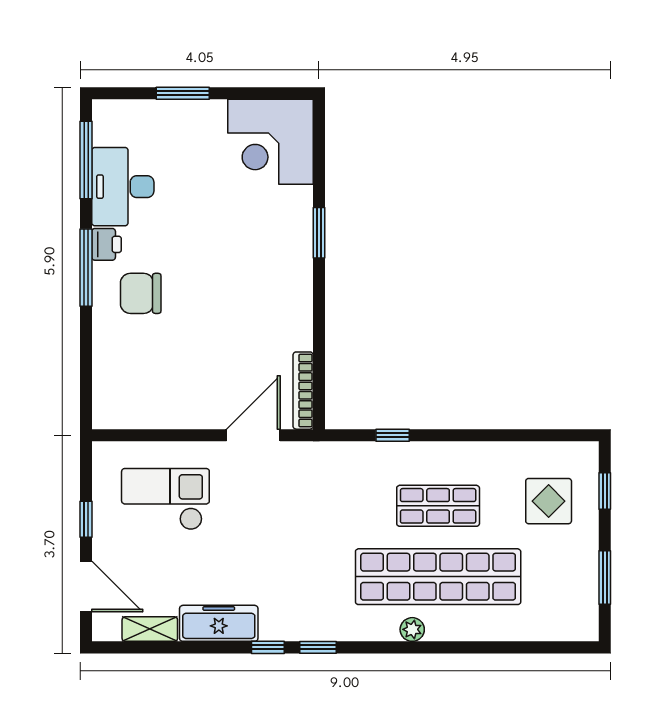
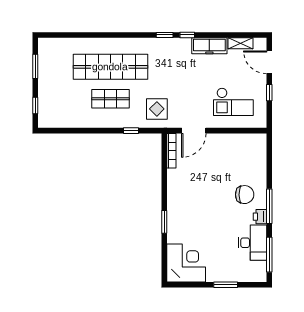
display table: (549, 501) -> (157, 109), moved
plant: (412, 629) -> (122, 43), removed

